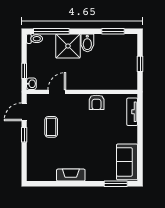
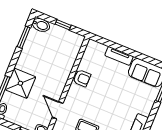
bidet: (87, 43) -> (41, 25), moved
tv unit: (132, 112) -> (119, 56), moved

